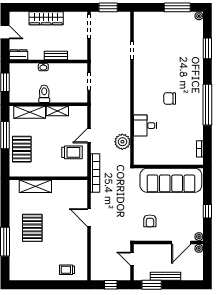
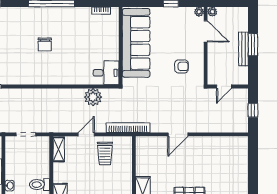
shelving: (57, 111) -> (59, 149), moved
desk: (145, 126) -> (106, 73), moved, turned -90
door: (89, 136) -> (86, 134), swing flipped
trolley: (72, 152) -> (105, 153), turned 180
trolley: (67, 270) -> (236, 159), removed
window: (152, 285) -> (253, 45), moved

